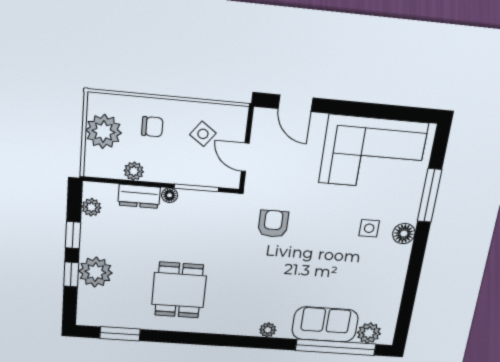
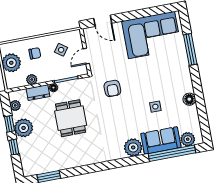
door: (245, 157) -> (86, 56), hinge flipped
armchair: (273, 224) -> (112, 88), turned 180
side table: (369, 228) -> (155, 107), moved
floor lamp: (404, 234) -> (189, 99), moved
plant: (95, 272) -> (24, 128), moved
dining table: (179, 290) -> (71, 118), moved
plant: (268, 330) -> (133, 147), width x1.88, depth x1.88

